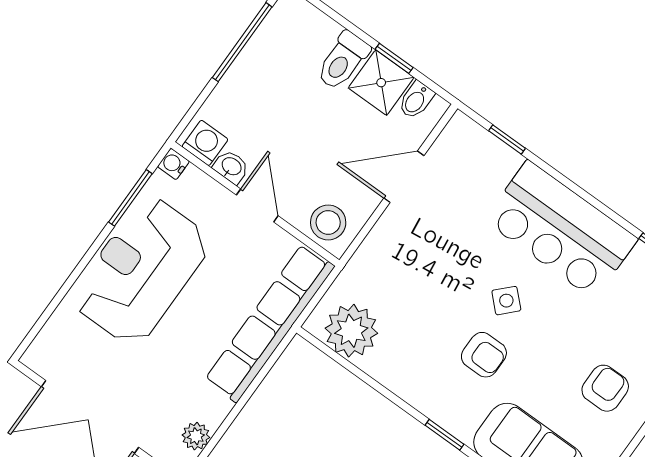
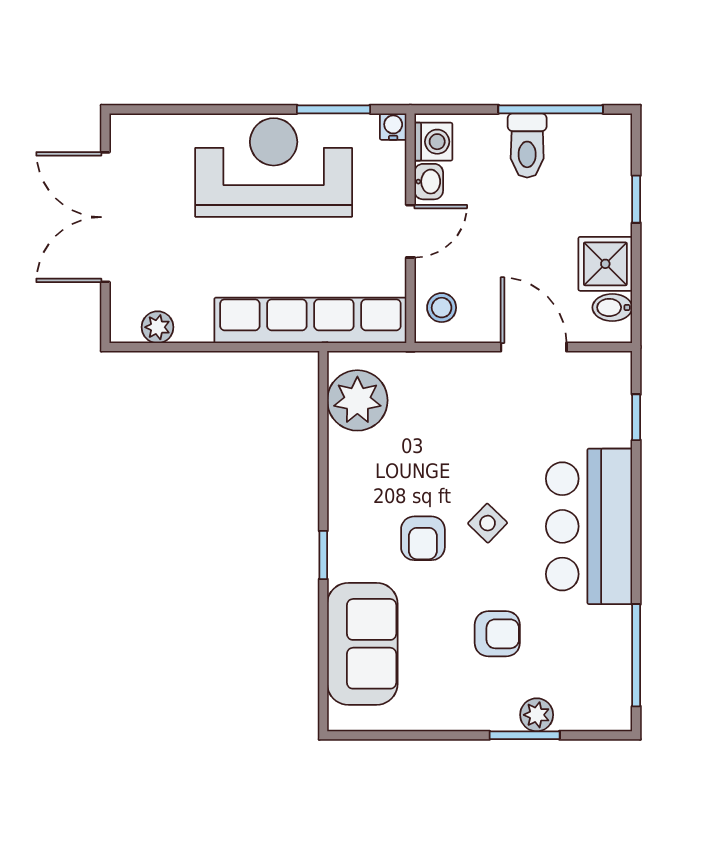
window: (394, 58) -> (636, 199), moved
toilet: (343, 61) -> (527, 145), moved, turned -90
stool: (328, 222) -> (442, 308), width x0.73, depth x0.73
armchair: (605, 388) -> (497, 634), moved

